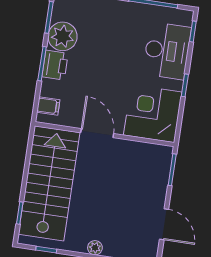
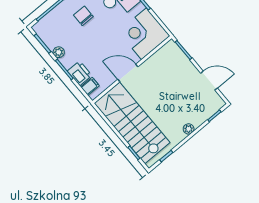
chair: (115, 34) -> (83, 16), added
plant: (63, 36) -> (59, 52), width x0.53, depth x0.53
printer: (55, 65) -> (80, 73), moved

